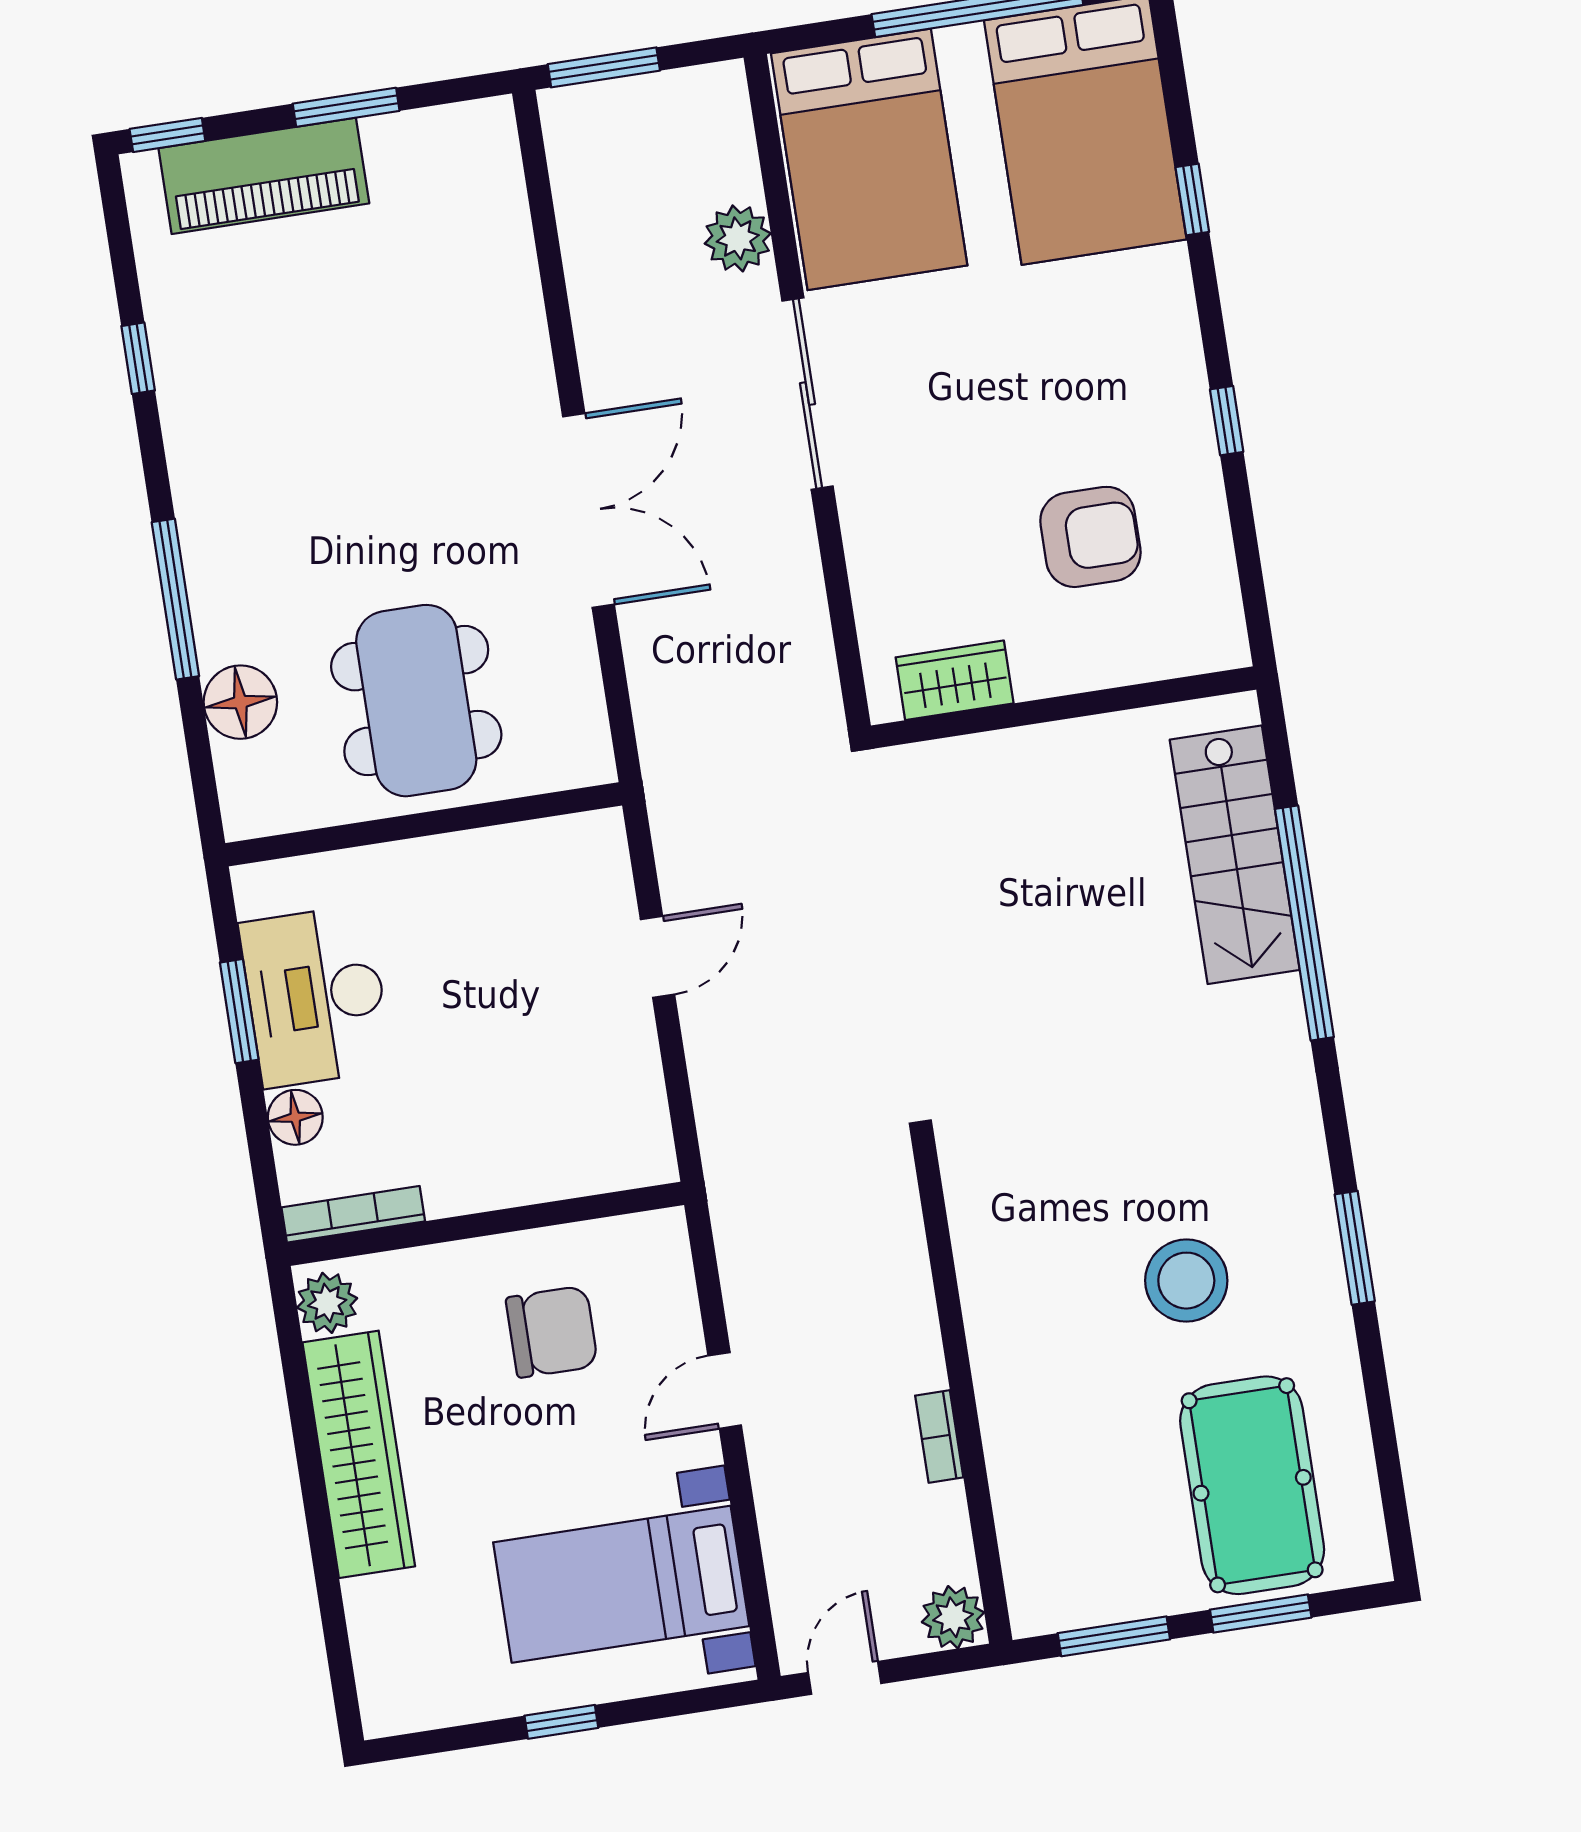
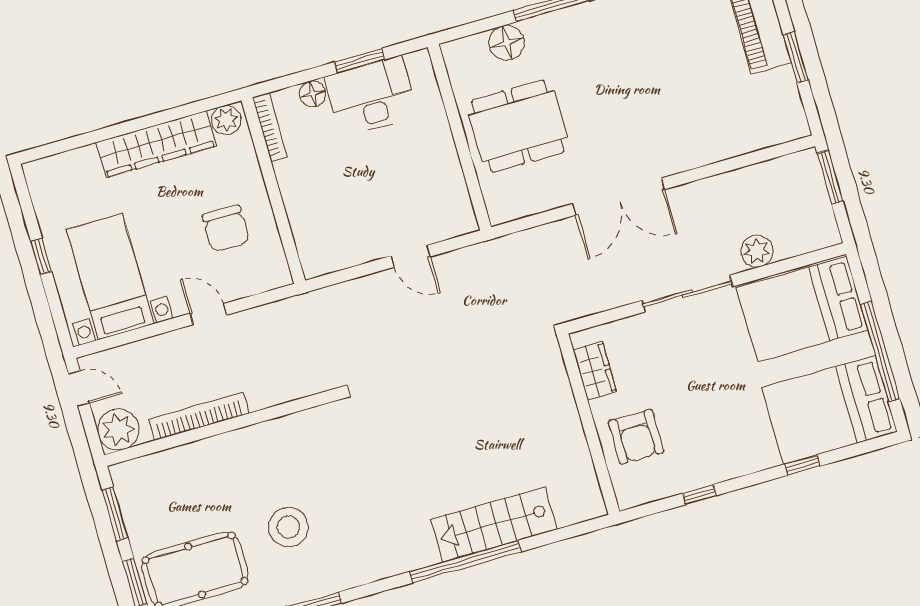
wardrobe: (955, 680) -> (595, 371), moved
wall: (1064, 708) -> (588, 424), moved
bookcase: (939, 1436) -> (199, 416), width x2.31, depth x1.31
plant: (953, 1617) -> (118, 429), width x1.36, depth x1.36

